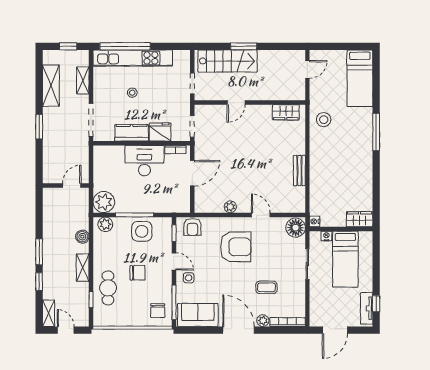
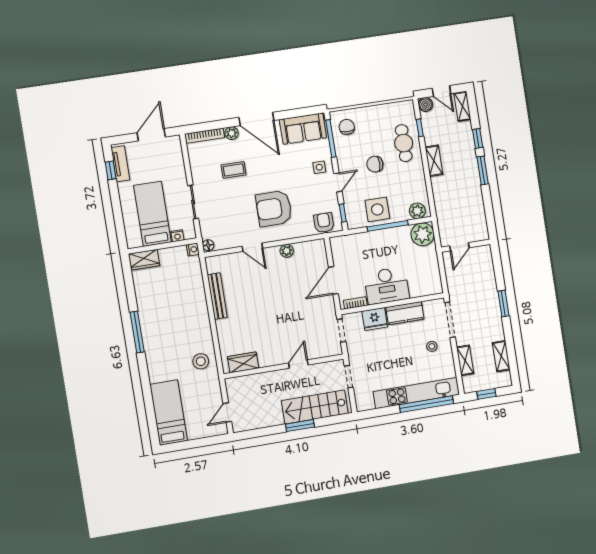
shelving: (51, 86) -> (501, 356), width x0.67, depth x0.75
stool: (132, 93) -> (432, 346), moved
window: (376, 132) -> (137, 332), moved
bench: (299, 170) -> (217, 296), width x1.36
floor lamp: (296, 228) -> (208, 245), width x0.53, depth x0.53
boiler: (82, 237) -> (426, 105), moved
door: (174, 261) -> (338, 182), swing flipped

